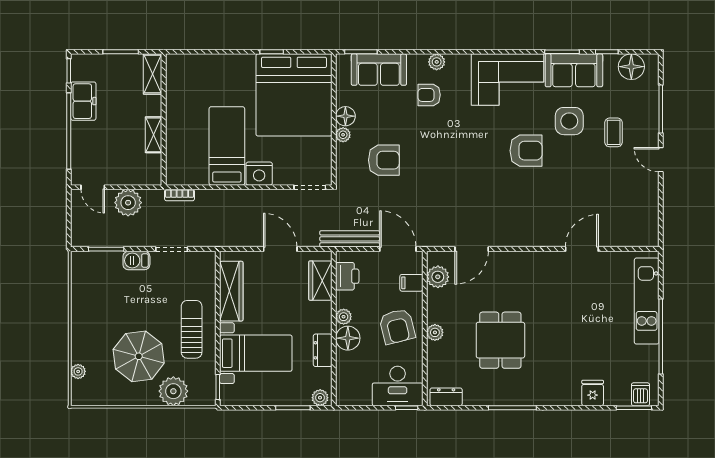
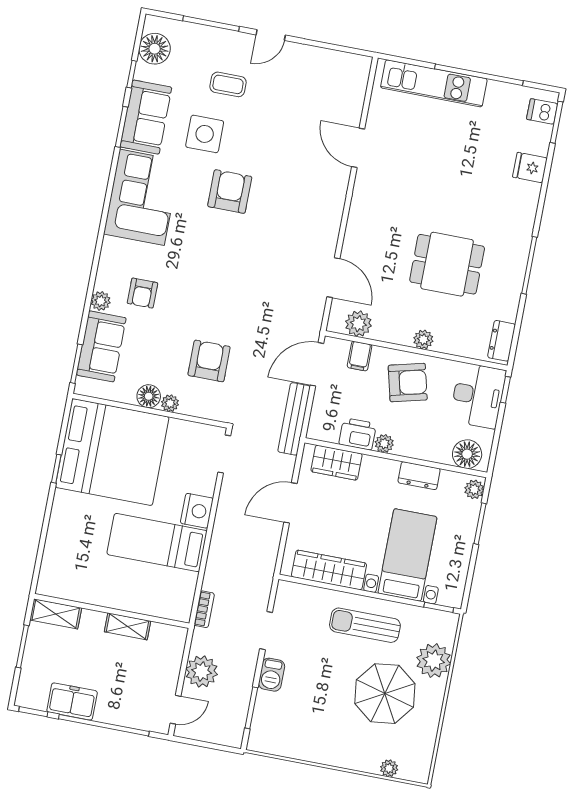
plant: (437, 62) -> (101, 301), moved
printer: (347, 276) -> (358, 434), moved
floor lamp: (348, 338) -> (467, 454), moved

